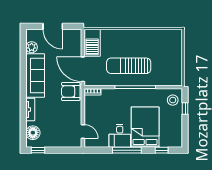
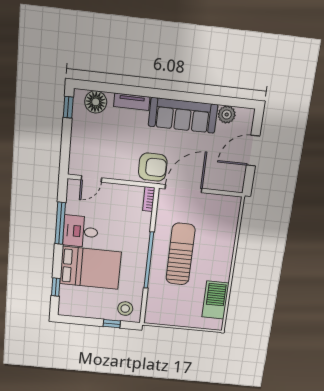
barbecue: (92, 43) -> (215, 300), moved, turned 90
armchair: (71, 91) -> (153, 167), turned 90
window: (127, 150) -> (60, 223), moved

